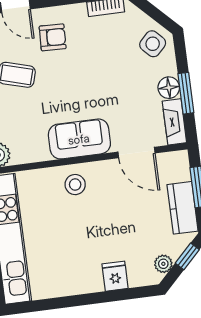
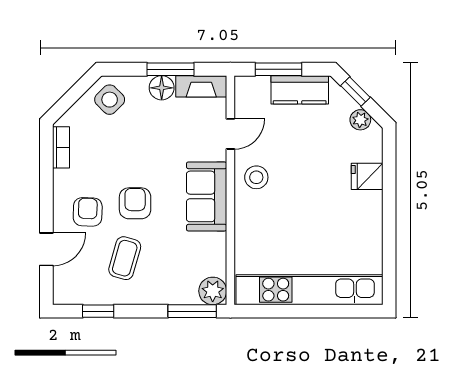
armchair: (65, 78) -> (135, 203), added
door: (136, 153) -> (230, 134), width x0.73
stool: (75, 185) -> (256, 177), moved

